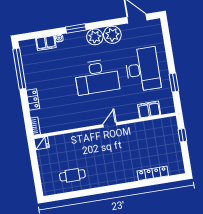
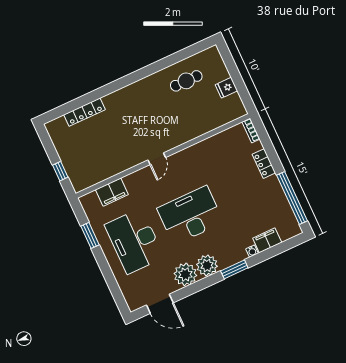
fridge: (42, 143) -> (226, 88), moved

